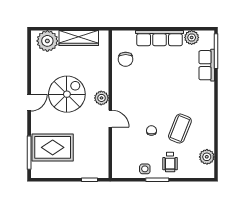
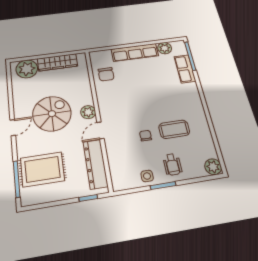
door: (110, 119) -> (100, 130), swing flipped
coffee table: (180, 129) -> (174, 129), turned 68
dresser: (100, 150) -> (95, 164), added
plant: (207, 157) -> (213, 167), moved

